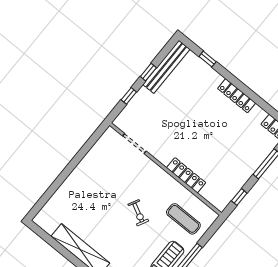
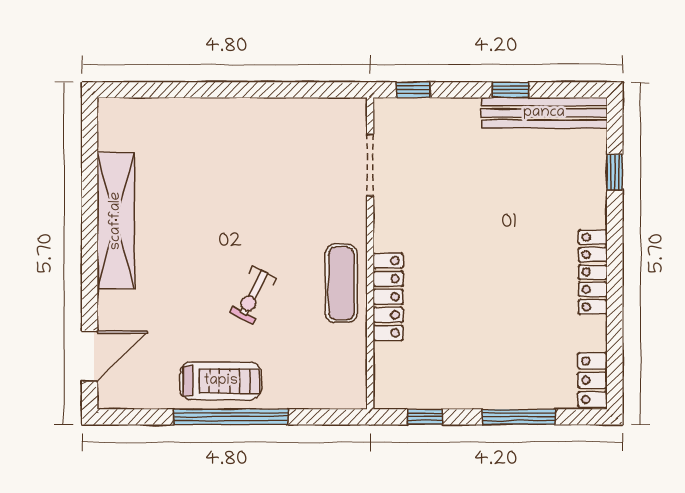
window: (129, 96) -> (413, 90), moved
exercise bike: (138, 213) -> (253, 295), moved
exercise mat: (183, 219) -> (341, 284), moved

